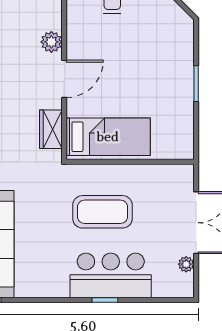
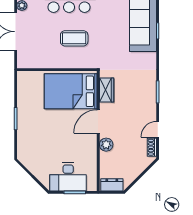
bed: (108, 137) -> (71, 91), width x1.50
coffee table: (103, 212) -> (74, 38), width x0.73, depth x0.76

